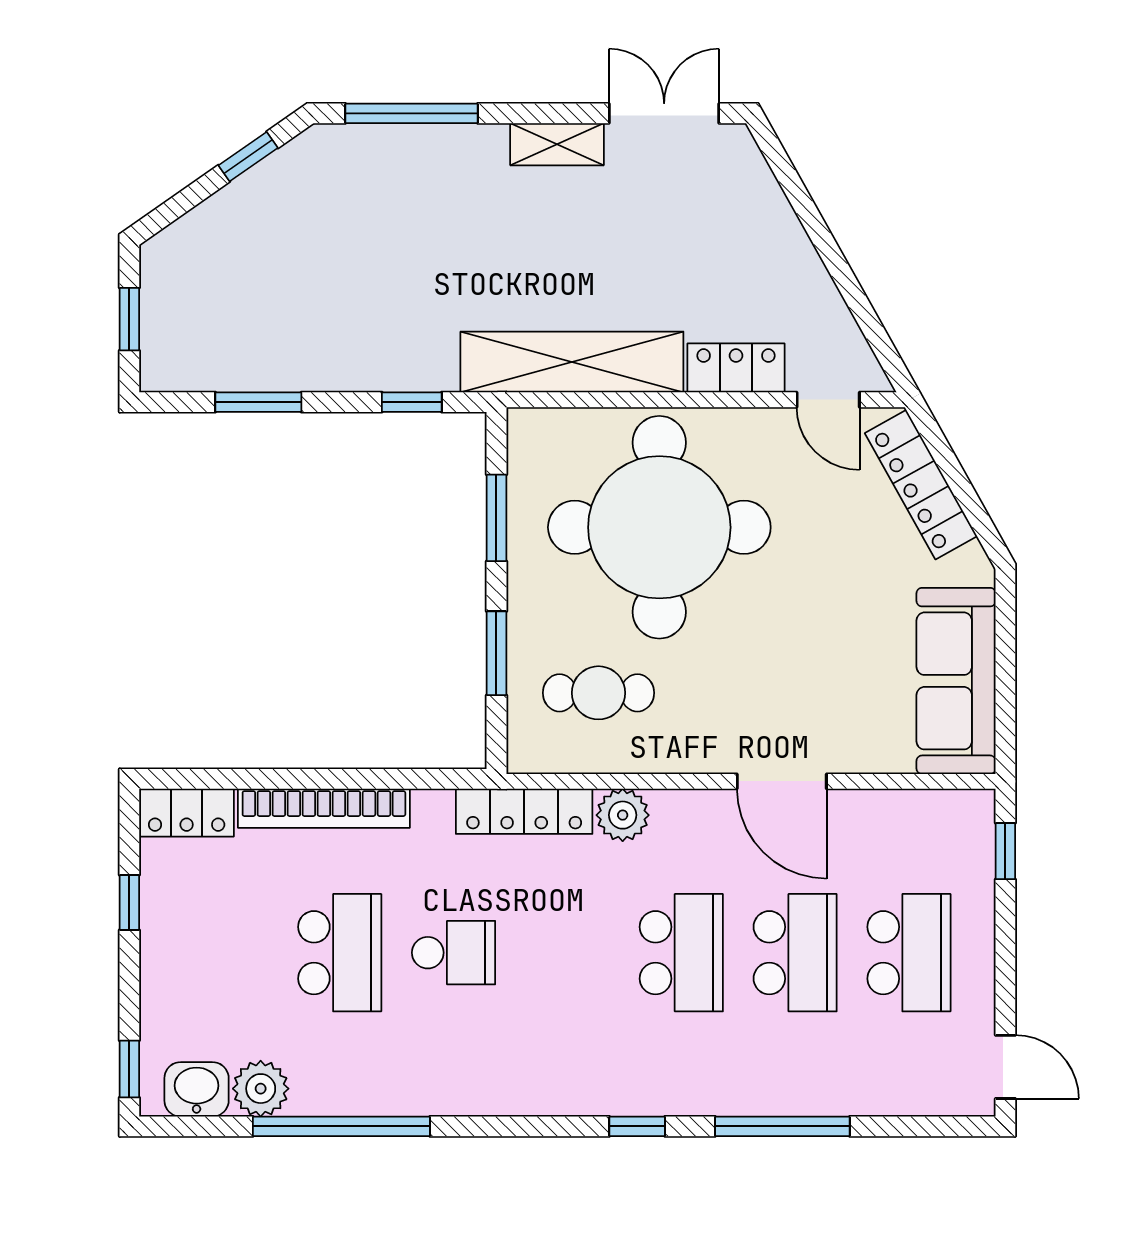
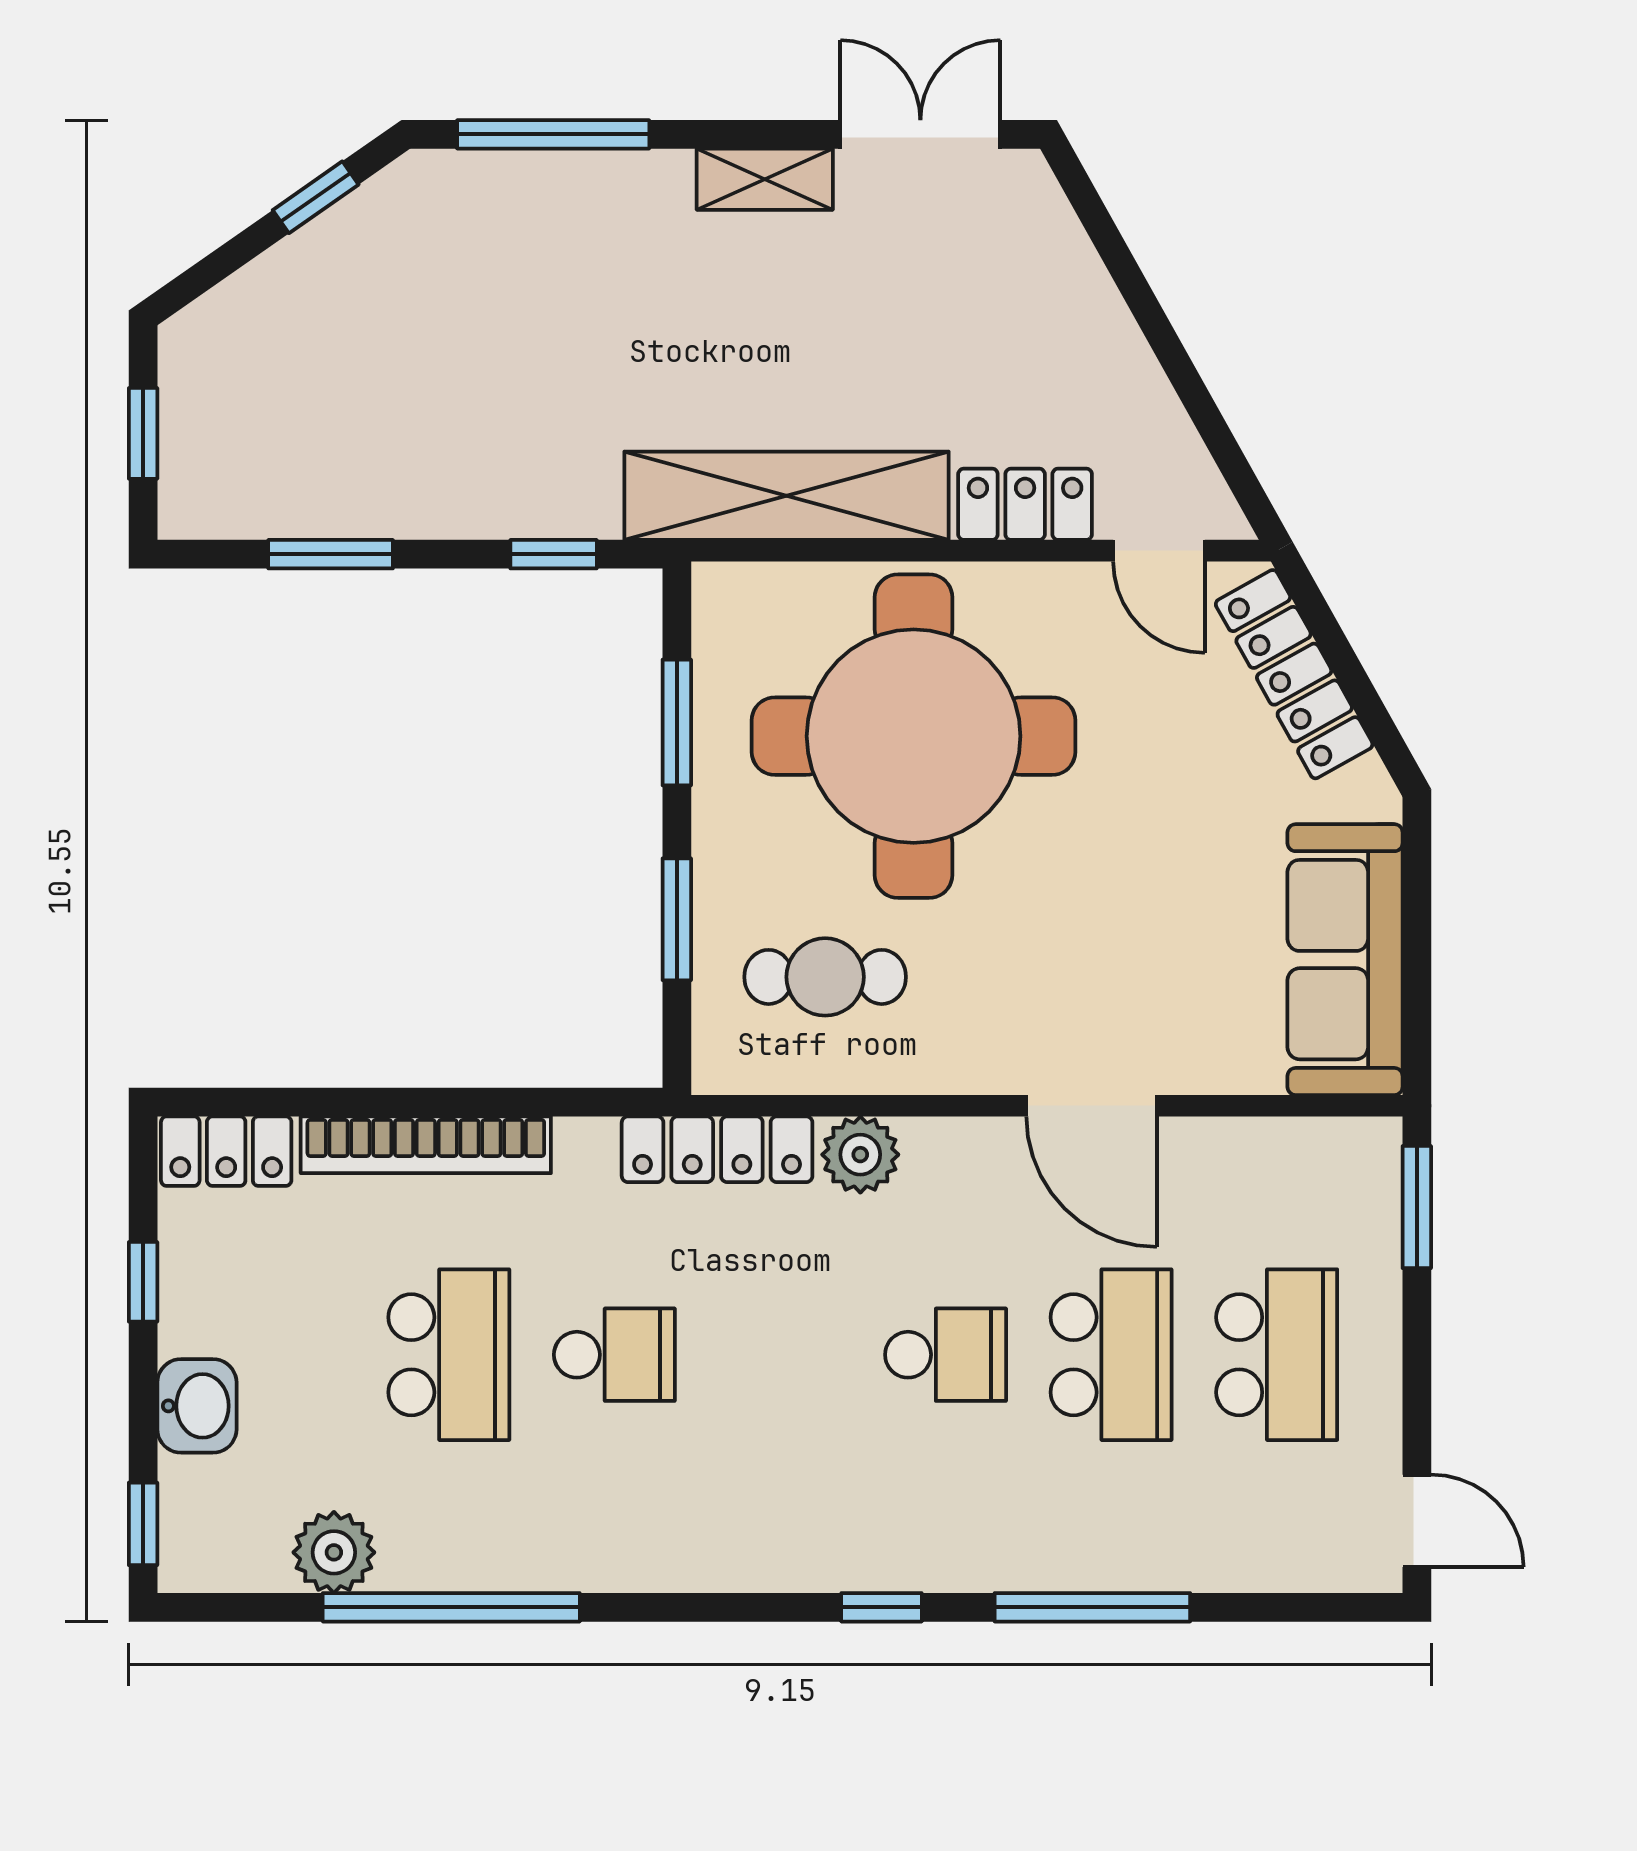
window: (1005, 851) -> (1417, 1207), width x1.50
school desk: (681, 953) -> (946, 1355), width x0.54
washbasin: (197, 1089) -> (197, 1406), moved, turned 90

